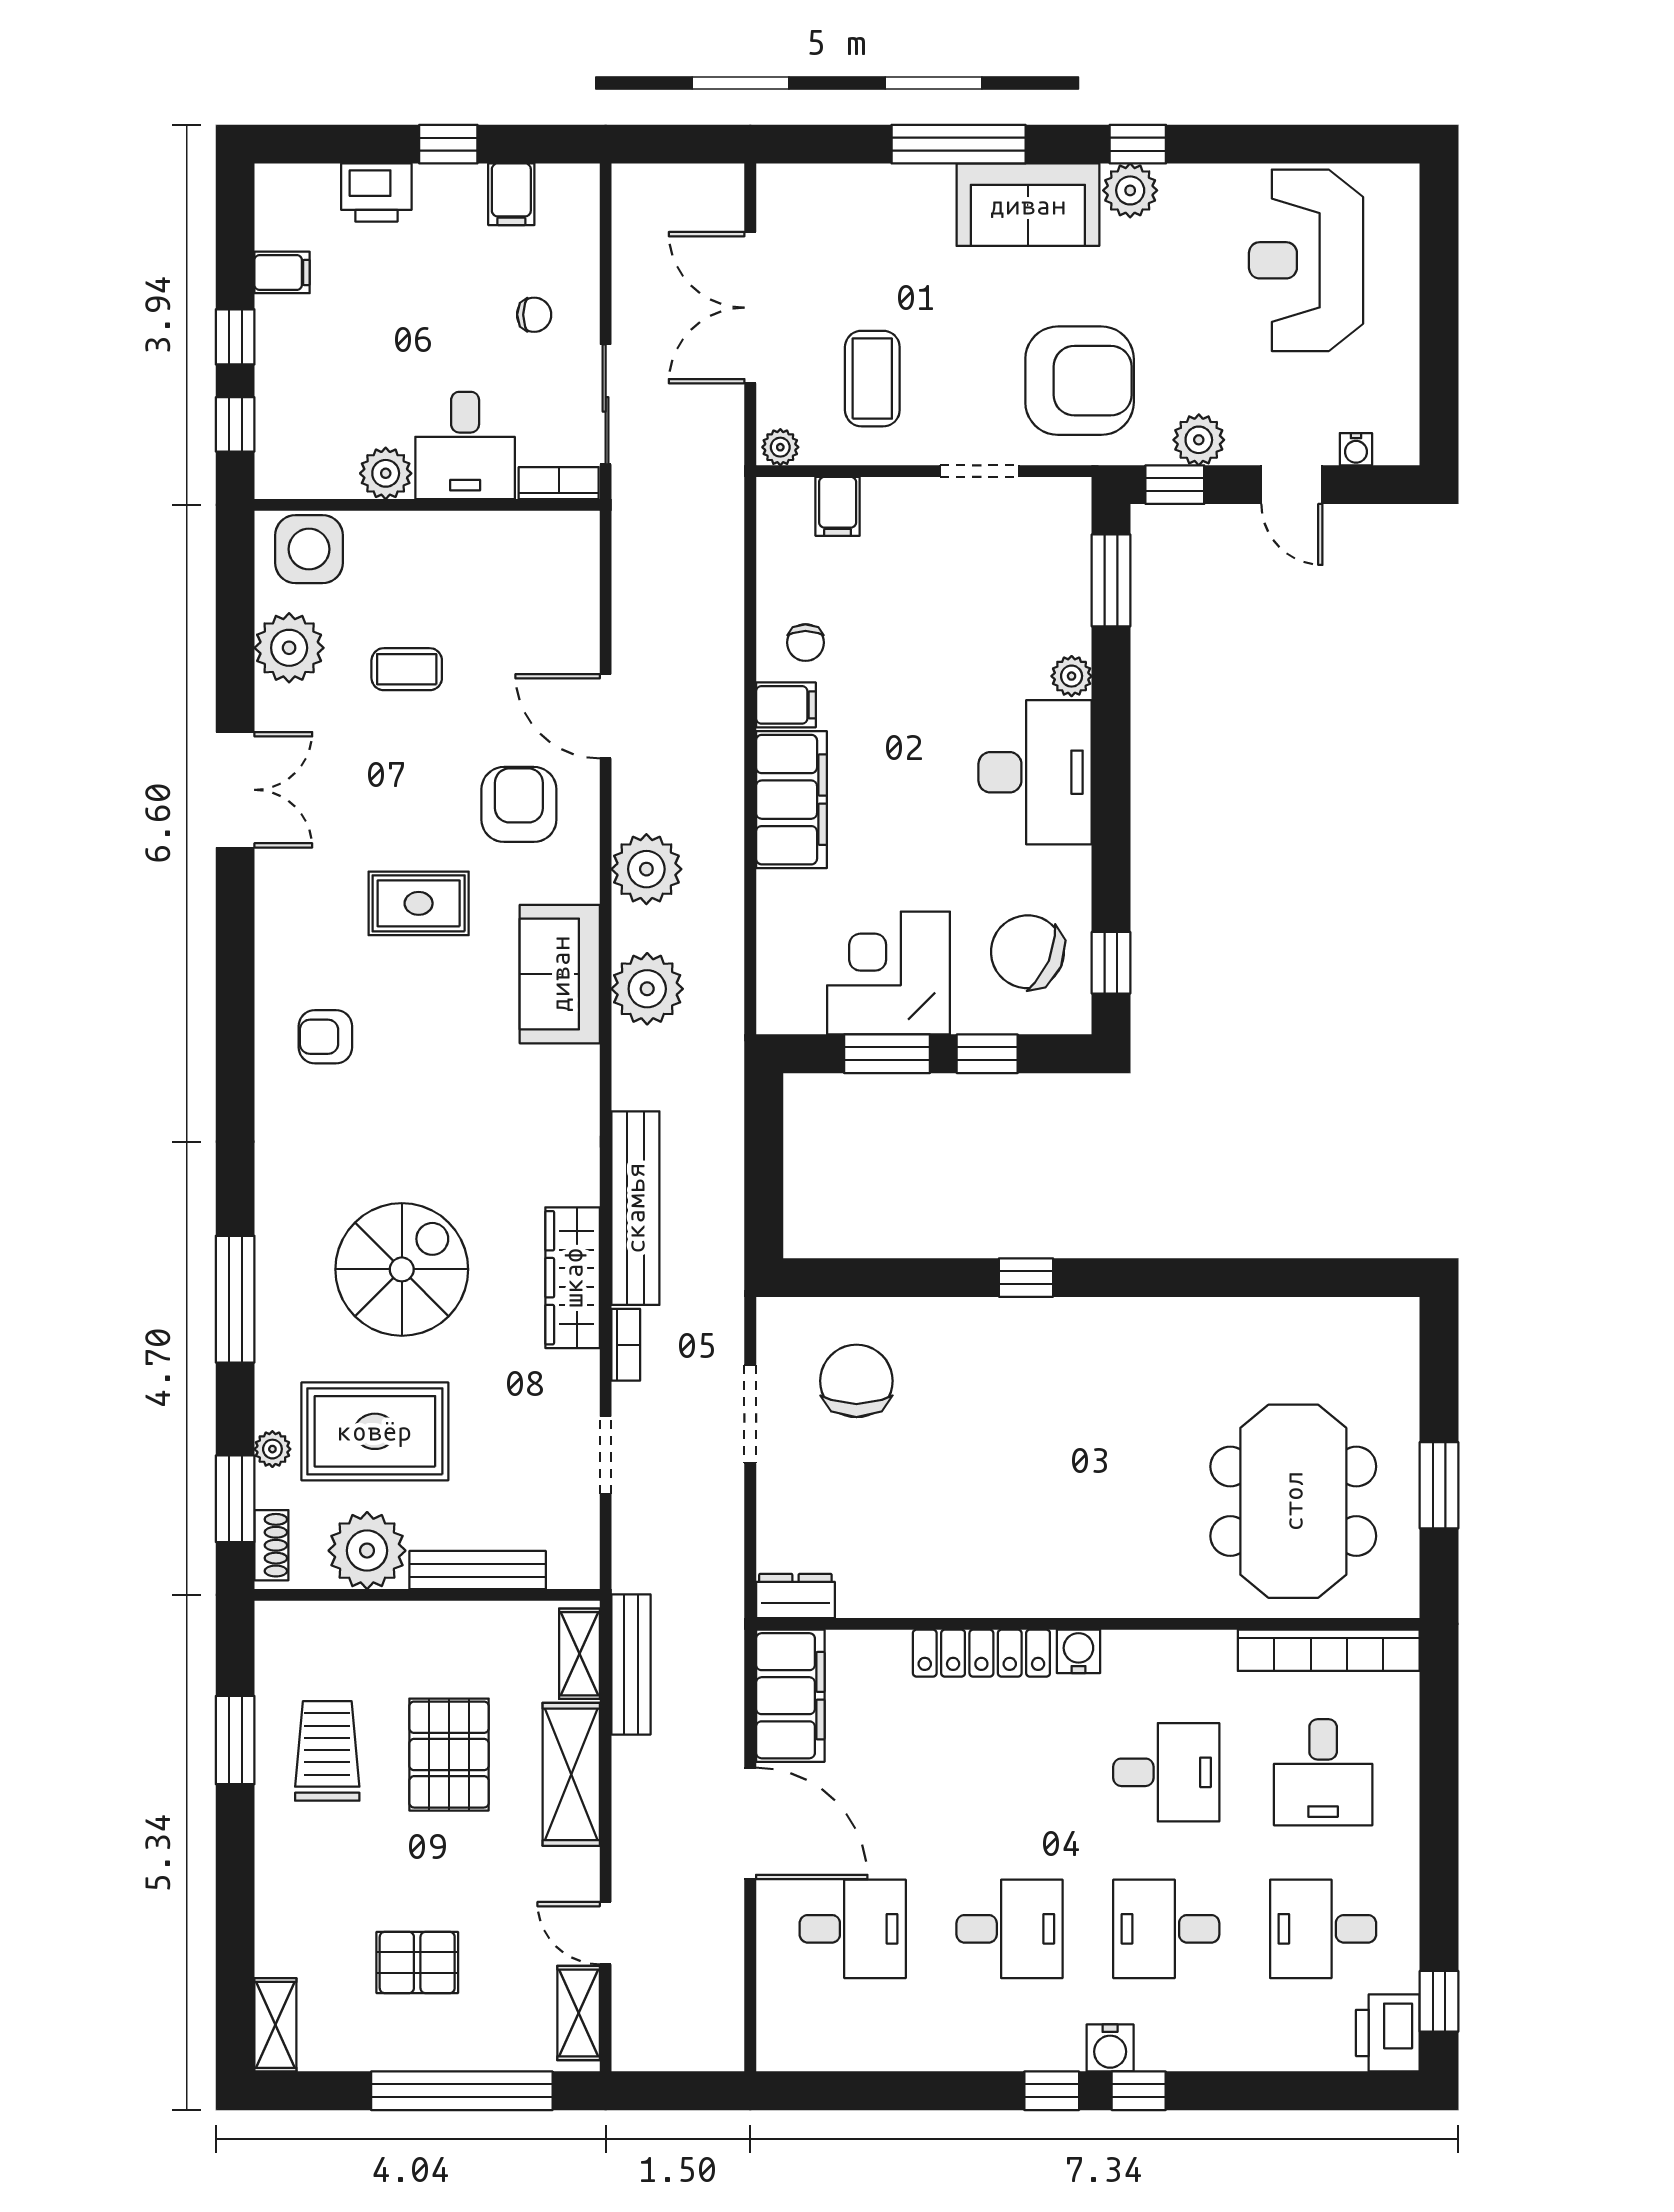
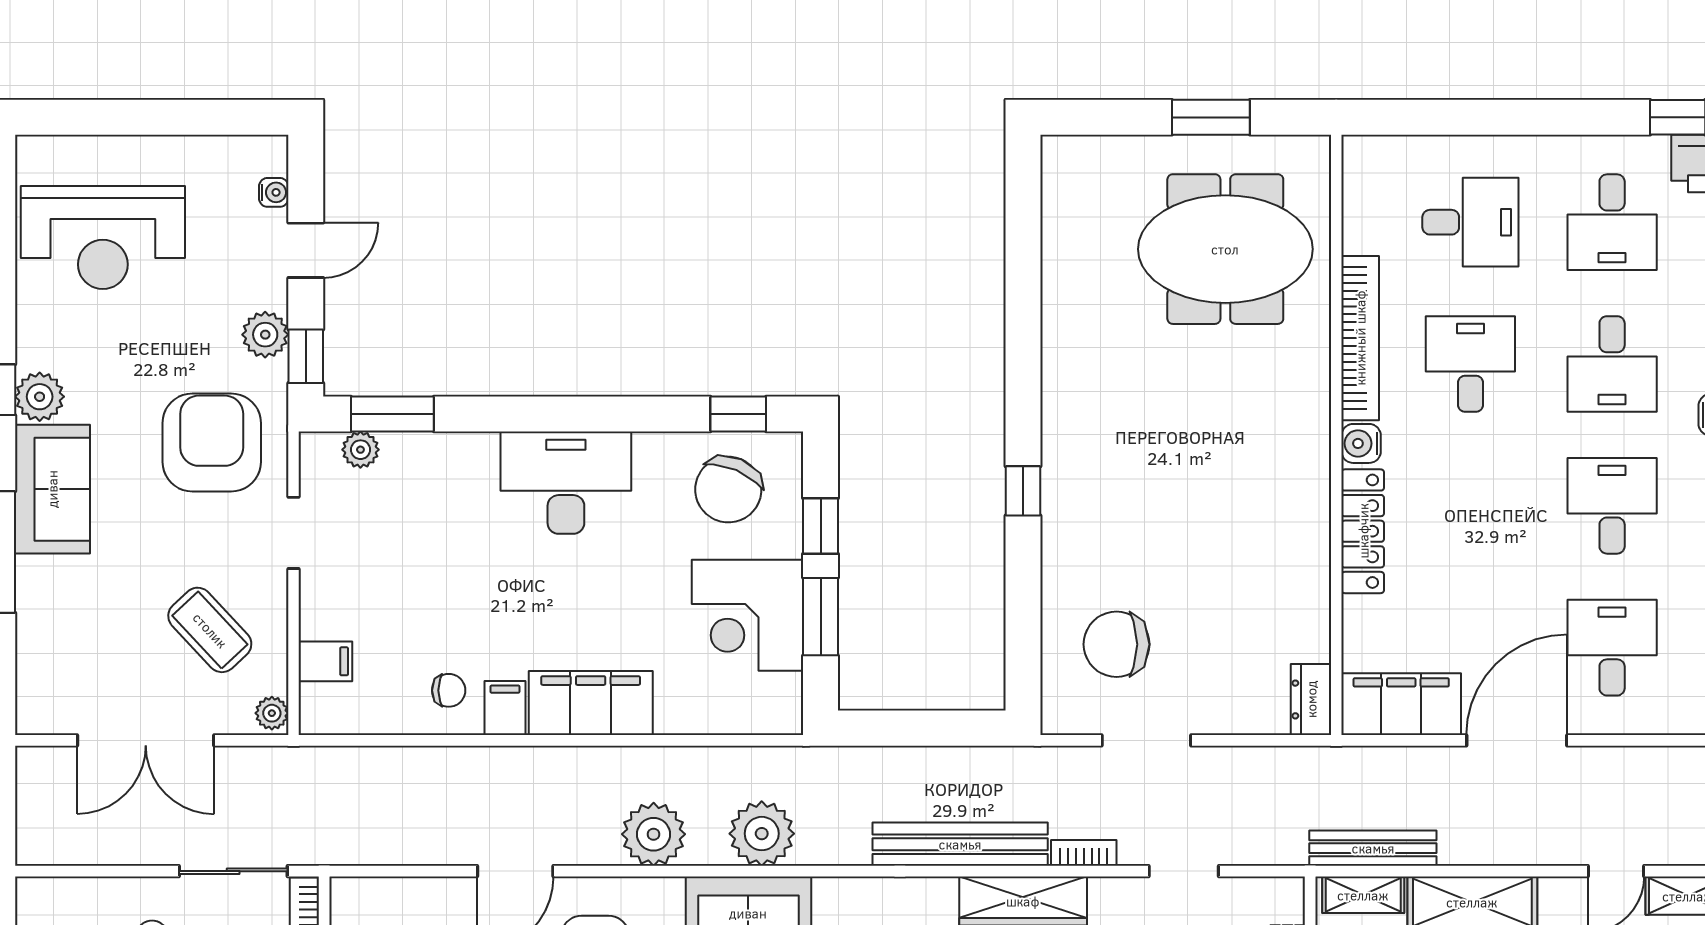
coffee table: (872, 379) -> (210, 630), turned 47
plant: (1072, 676) -> (360, 450), moved
bookcase: (1329, 1650) -> (1360, 338), moved

